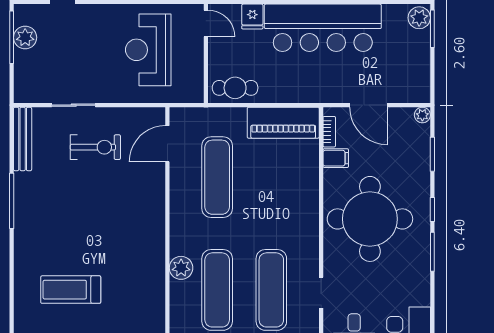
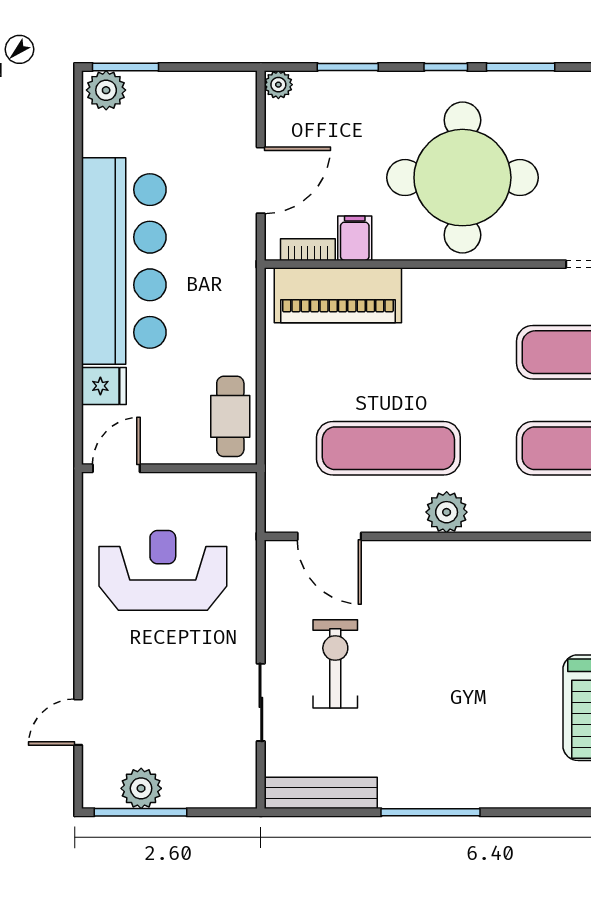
reception desk: (148, 50) -> (163, 570), turned 180
piano: (283, 123) -> (338, 295), moved, turned 90
plant: (181, 268) -> (447, 512), moved

